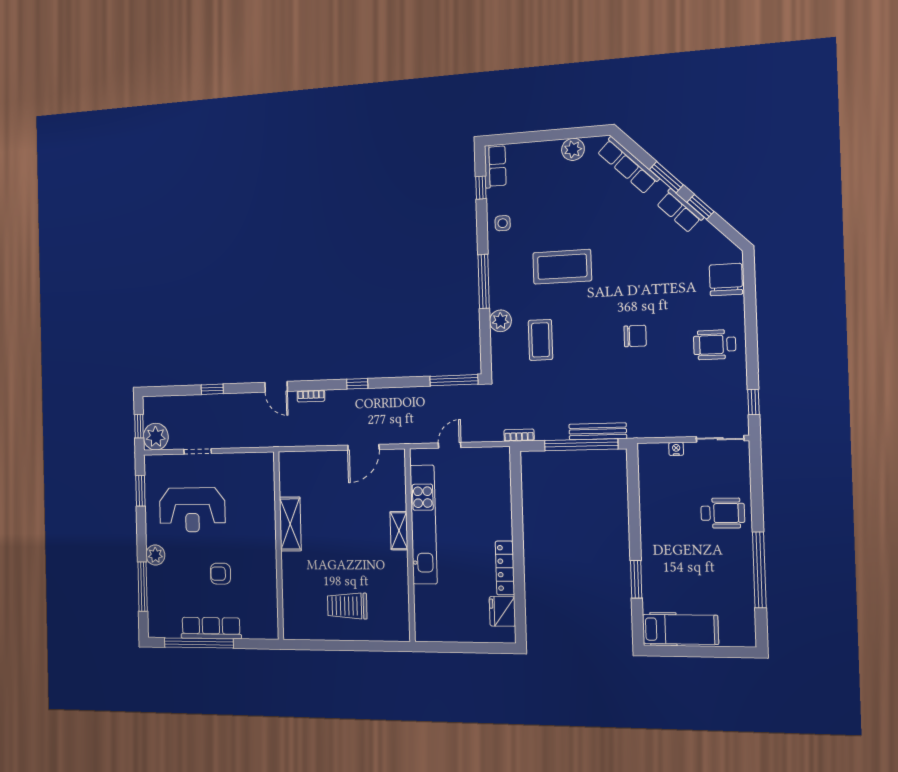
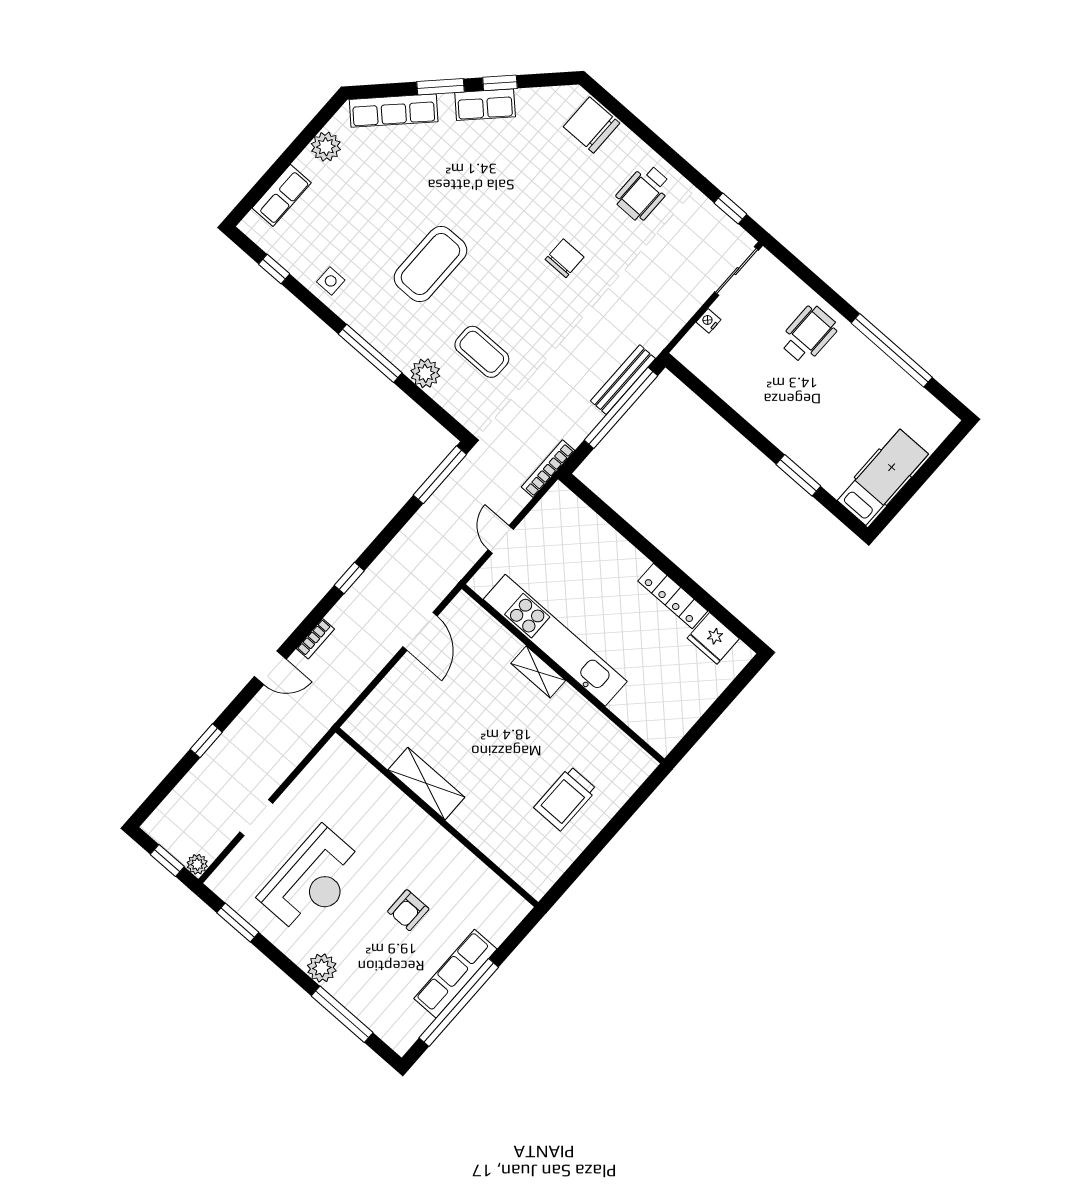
row of seats: (495, 166) -> (282, 195), moved, turned 90
bookcase: (519, 435) -> (548, 469), width x1.56
plant: (156, 437) -> (197, 864), width x0.53, depth x0.53

